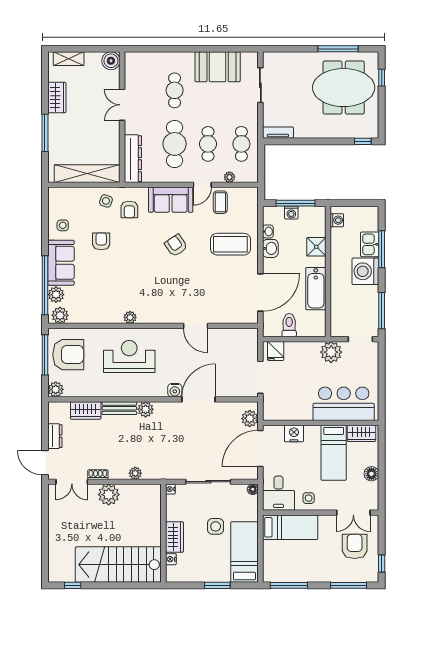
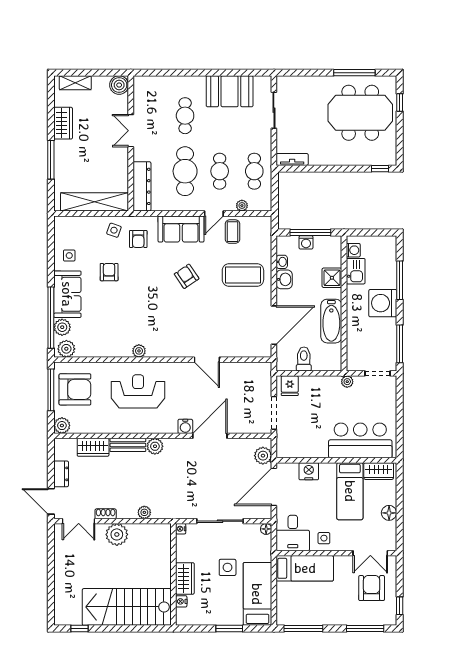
kitchen sink: (370, 244) -> (356, 271), moved, turned 180
plant: (331, 352) -> (347, 382), width x0.53, depth x0.53

